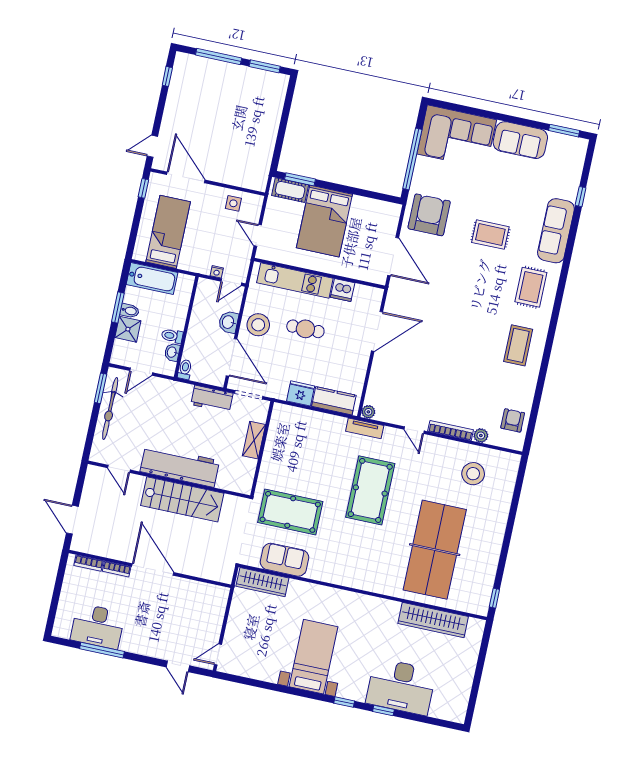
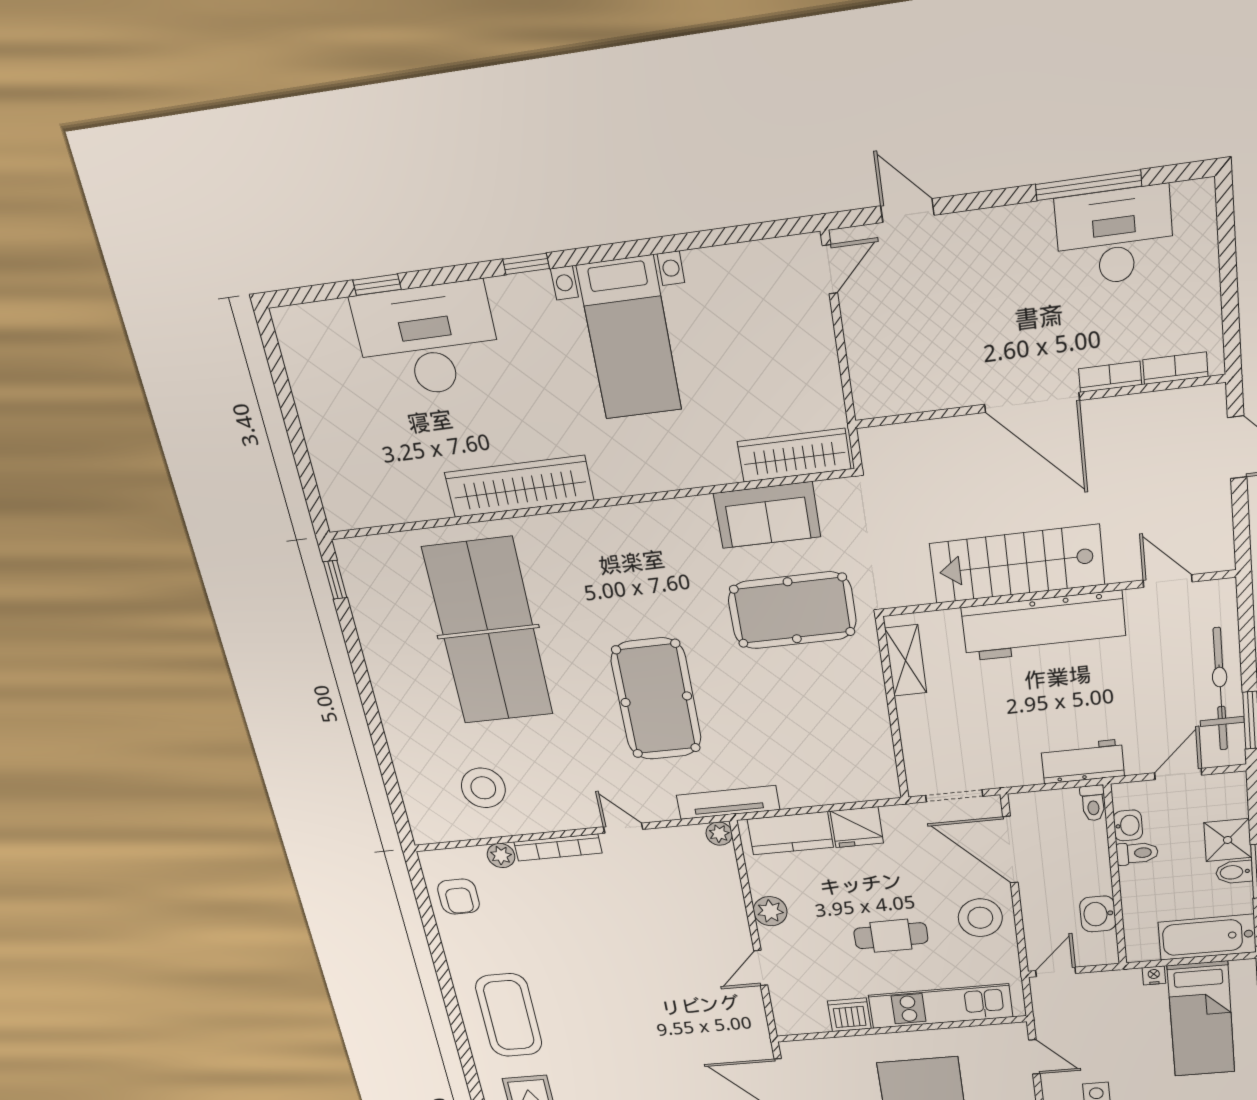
nightstand: (217, 272) -> (1154, 975), moved
washbasin: (228, 322) -> (1098, 914), moved, turned 180
door: (377, 331) -> (761, 968), width x0.53
coffee table: (518, 345) -> (509, 1015), width x1.36, depth x1.32
plant: (360, 362) -> (770, 911), added
workbench: (212, 399) -> (1083, 762), moved
tv unit: (365, 428) -> (728, 802), width x1.41
shelving: (254, 440) -> (906, 661), moved
wardrobe: (433, 620) -> (519, 486), moved
window: (383, 711) -> (377, 285), moved

